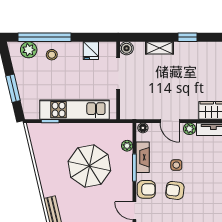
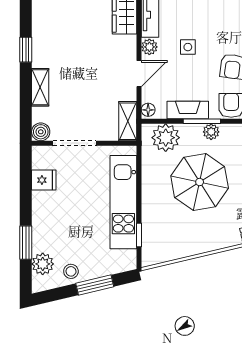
window: (44, 37) -> (26, 243), width x0.47
stool: (52, 55) -> (71, 271), moved
shelving: (134, 113) -> (128, 121), added
plant: (127, 146) -> (166, 138), width x1.87, depth x1.87
side table: (176, 165) -> (188, 47), moved
plant: (127, 175) -> (211, 132), added

